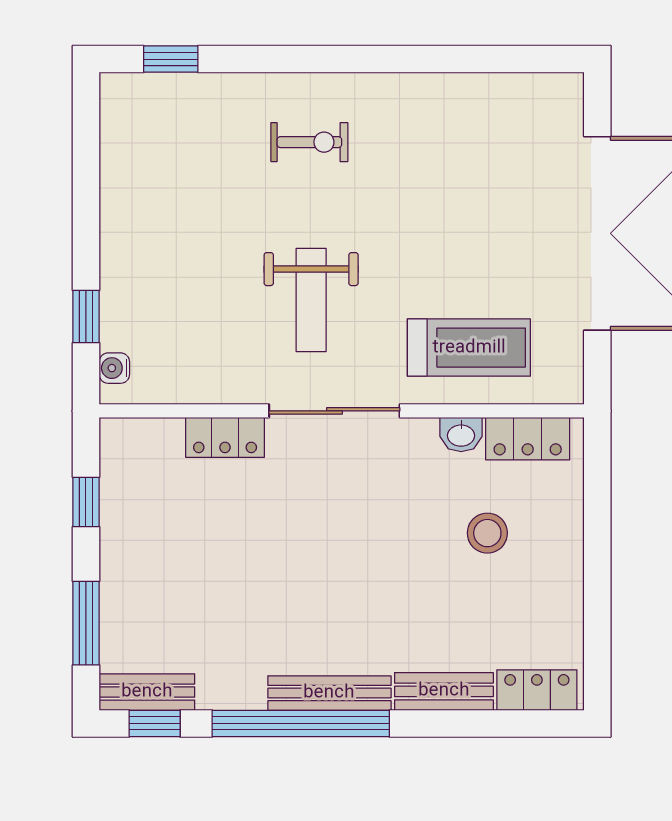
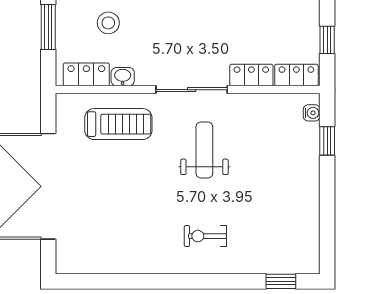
treadmill: (469, 348) -> (118, 124), turned 180
locker: (142, 438) -> (296, 75), added
window: (597, 526) -> (48, 27), added

